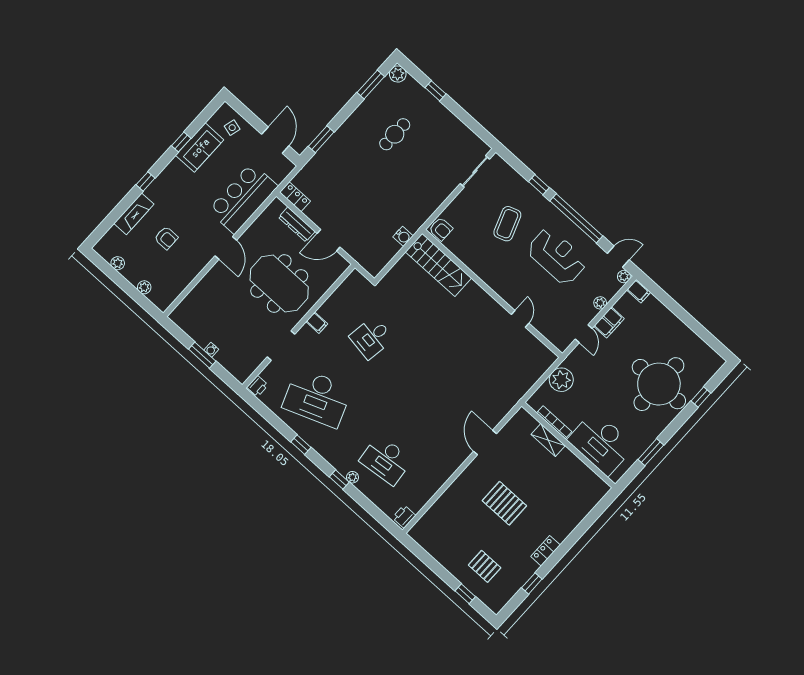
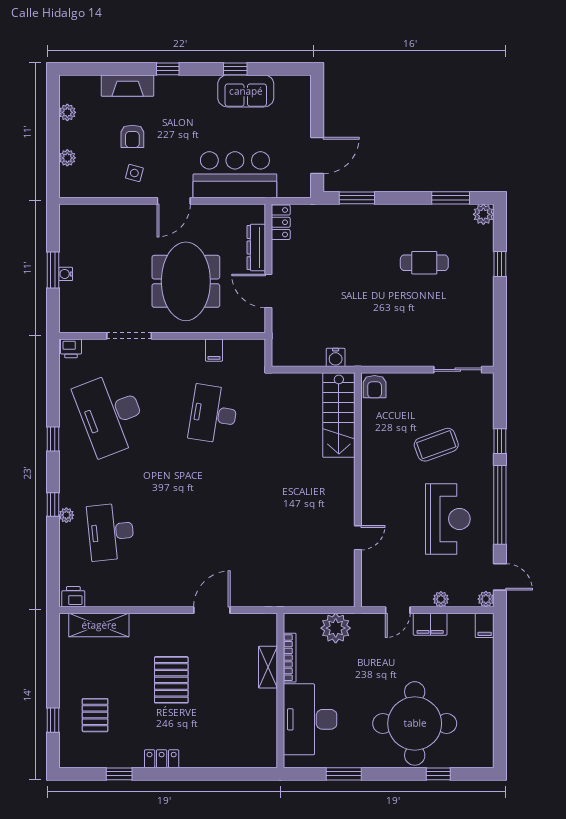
side table: (232, 128) -> (134, 173), moved
filing cabinet: (317, 323) -> (214, 350), moved
desk: (371, 338) -> (214, 414), width x1.37
shelving: (434, 516) -> (99, 625), added

